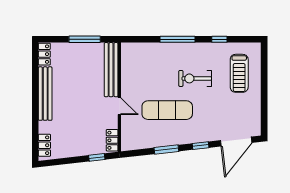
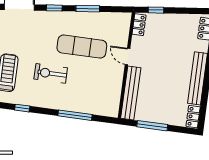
window: (178, 39) -> (75, 115), moved
exercise bike: (195, 78) -> (51, 73), turned 180

